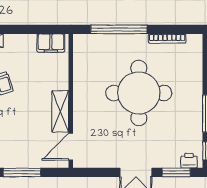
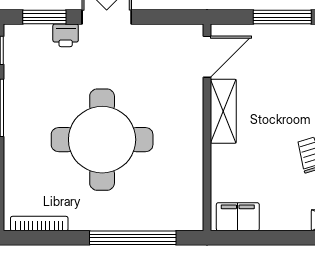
bookcase: (167, 39) -> (39, 224), moved
printer: (189, 161) -> (66, 35), moved

